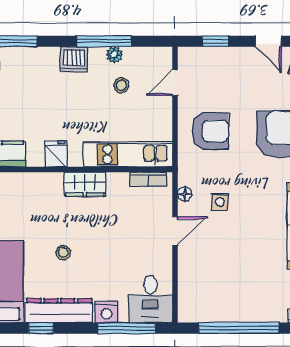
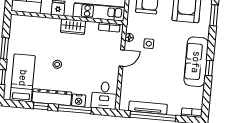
tv unit: (229, 314) -> (148, 108), added
window: (127, 328) -> (75, 109), moved

